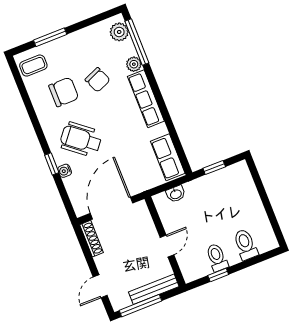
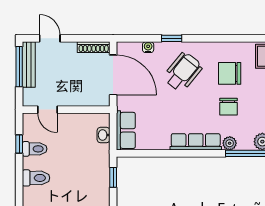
chair: (98, 80) -> (228, 107), turned -67
chair: (64, 92) -> (230, 73), turned 90
row of seats: (168, 157) -> (126, 130), moved, turned 90
water cooler: (65, 171) -> (148, 47), moved
door: (167, 246) -> (48, 110), moved
bench: (154, 289) -> (29, 65), moved

